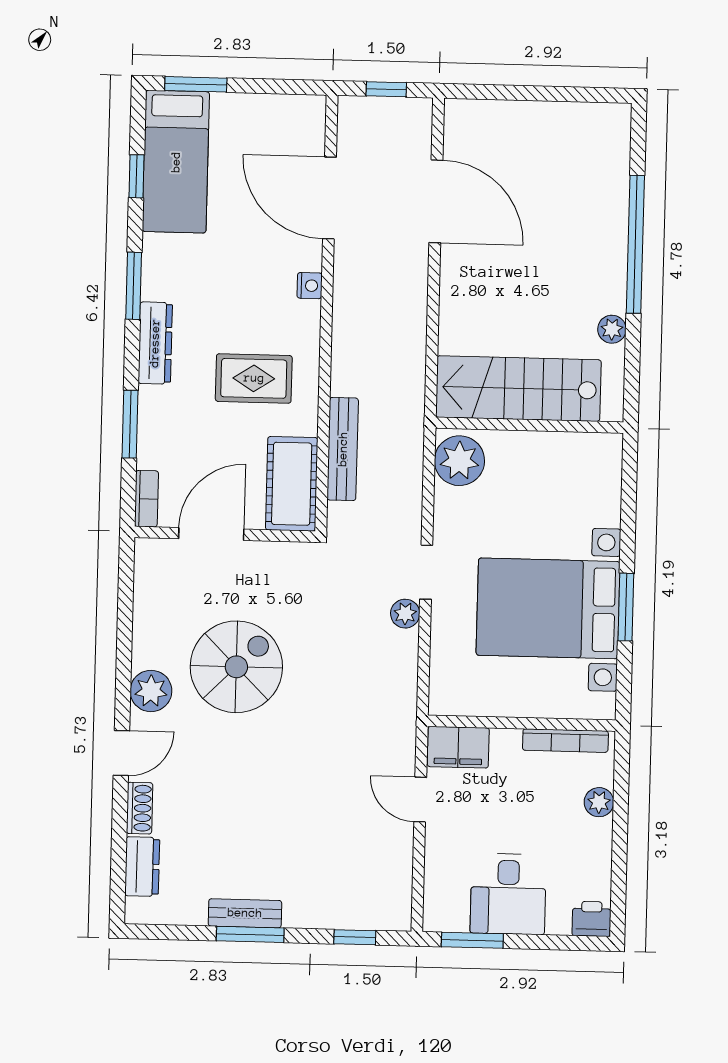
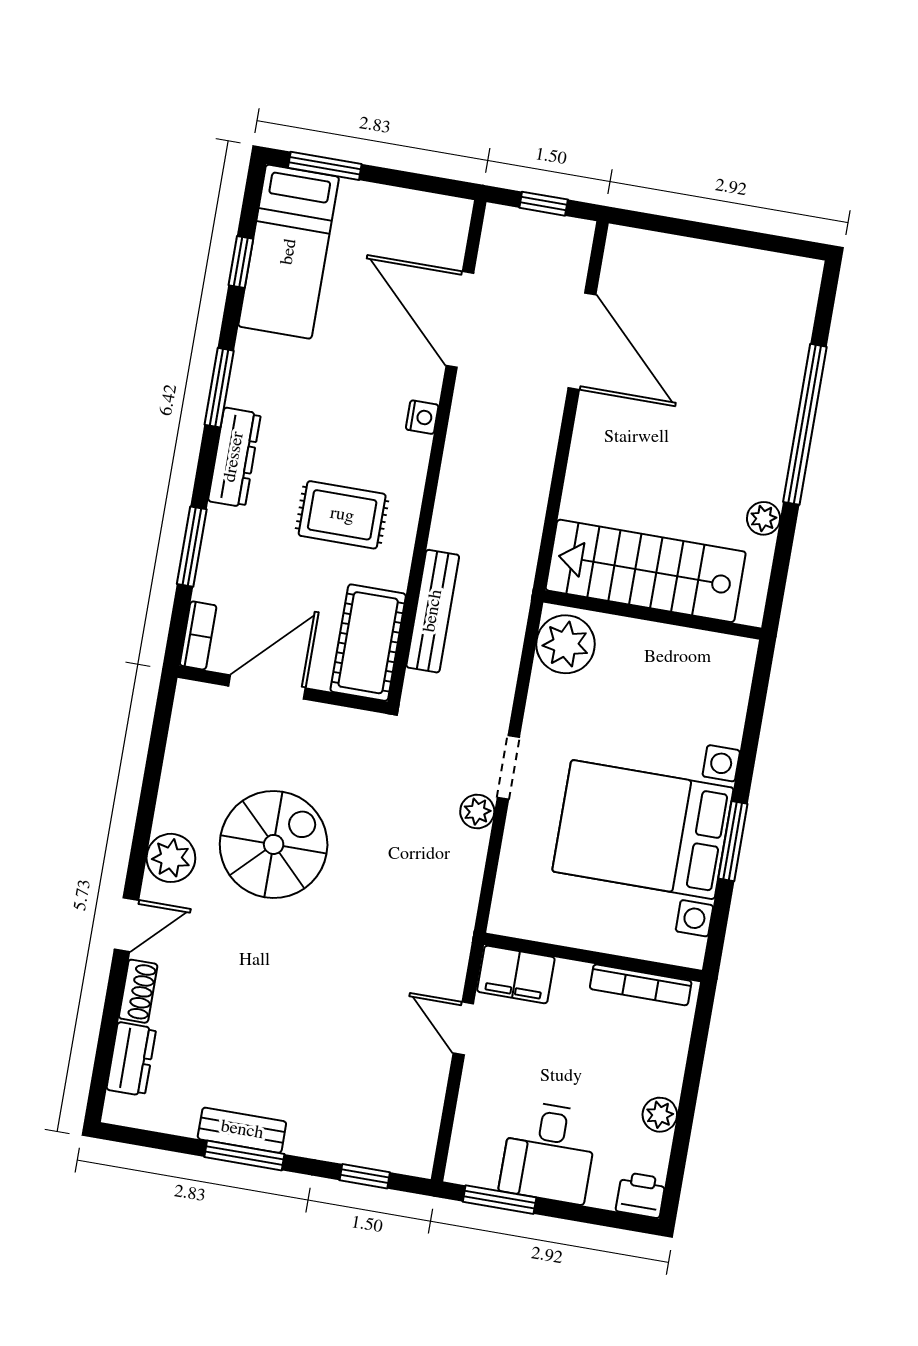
plant: (599, 802) -> (660, 1115), moved

